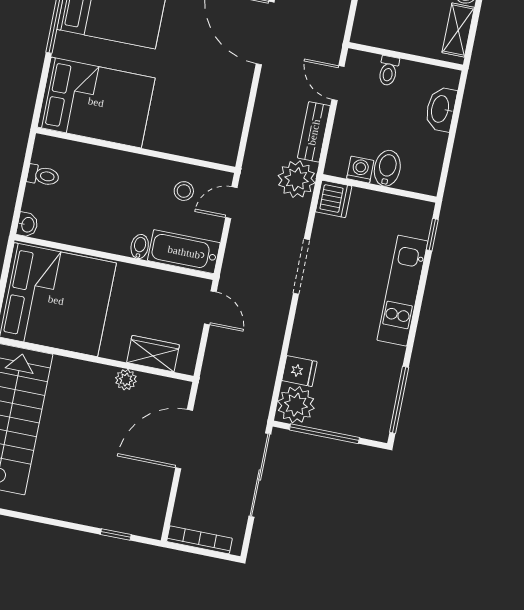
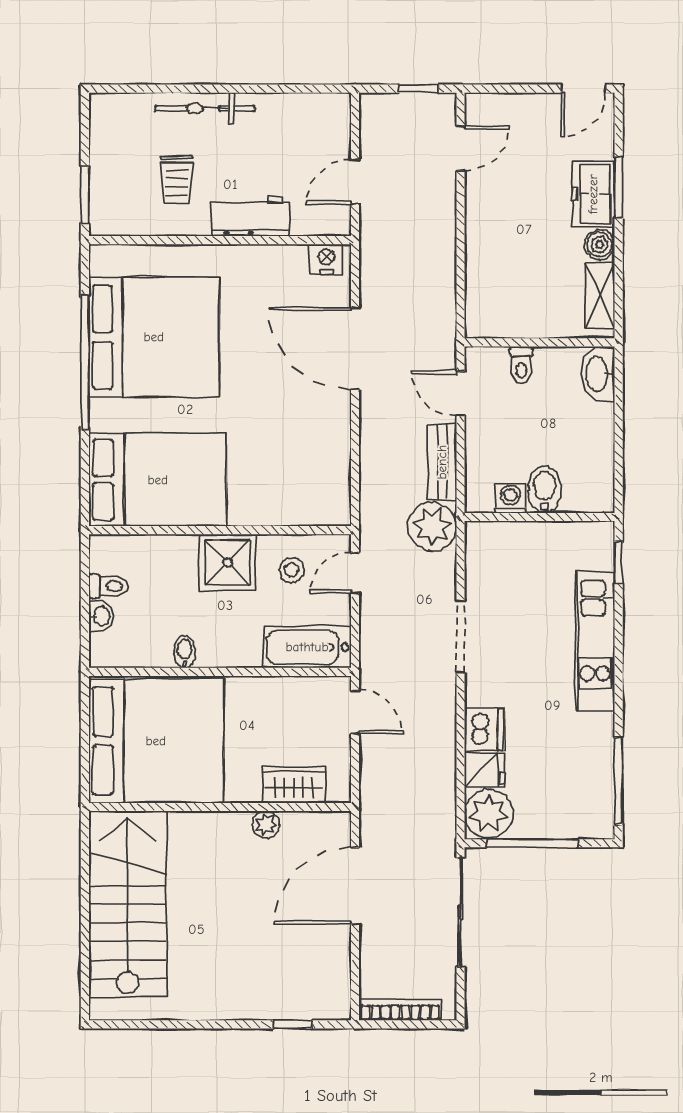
washbasin: (441, 109) -> (598, 374), moved
shower: (137, 176) -> (228, 562), added
dishwasher: (334, 199) -> (484, 729), moved
washbasin: (27, 225) -> (101, 616), moved
bidet: (140, 247) -> (185, 652), moved

